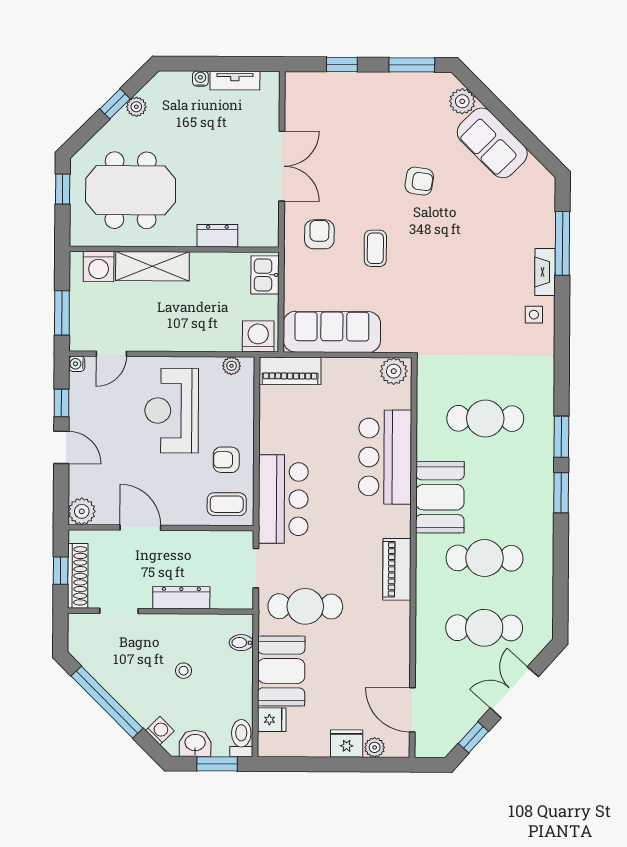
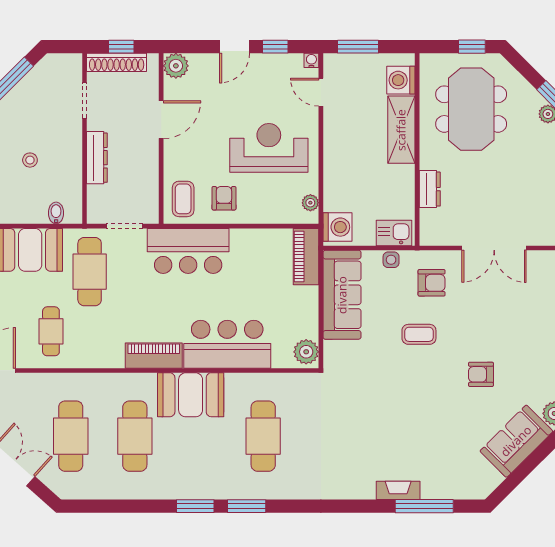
armchair: (419, 181) -> (481, 374), turned 82
side table: (534, 315) -> (391, 260), moved
piano: (397, 569) -> (154, 356), moved
cafe table: (370, 649) -> (51, 331), added

